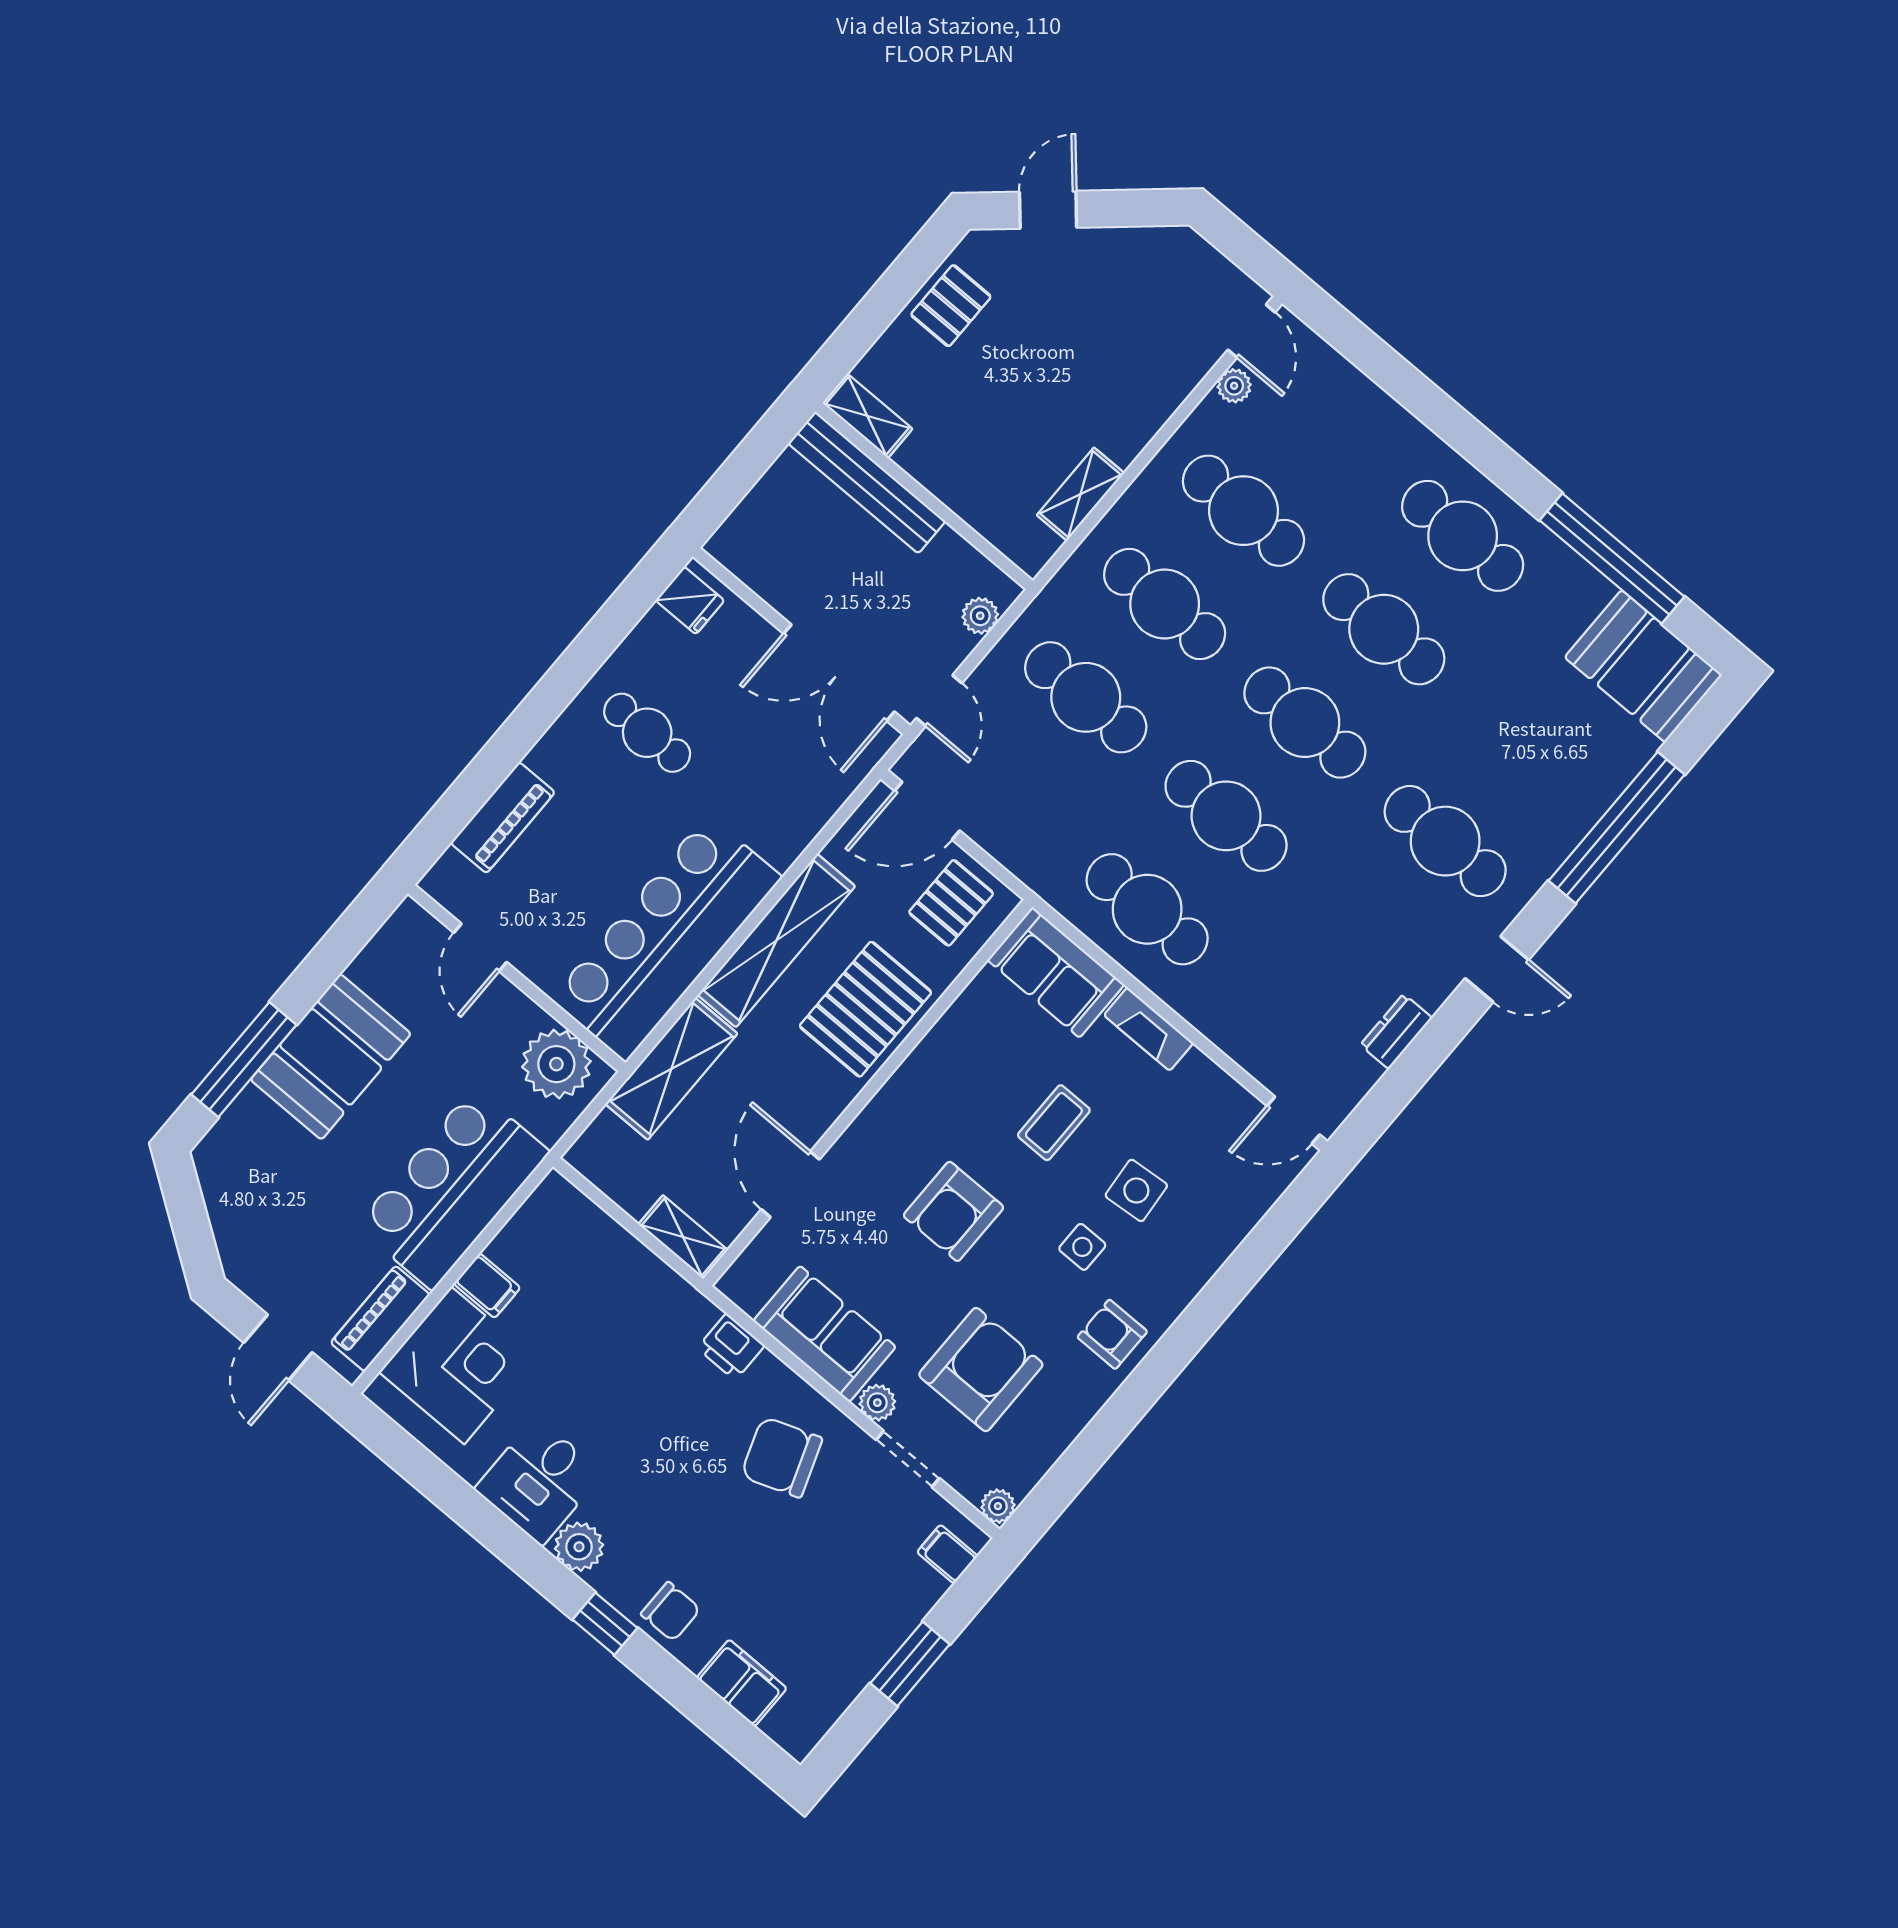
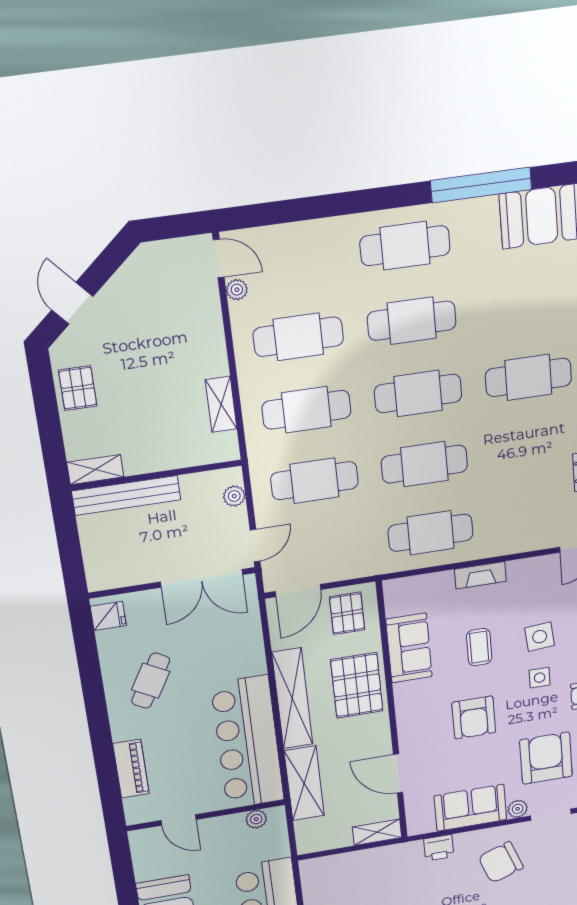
door: (939, 701) -> (255, 546), hinge flipped
cafe table: (647, 733) -> (151, 681), turned -61
sofa: (1056, 972) -> (409, 648), moved, turned -90
plant: (556, 1064) -> (256, 819), width x0.53, depth x0.53

